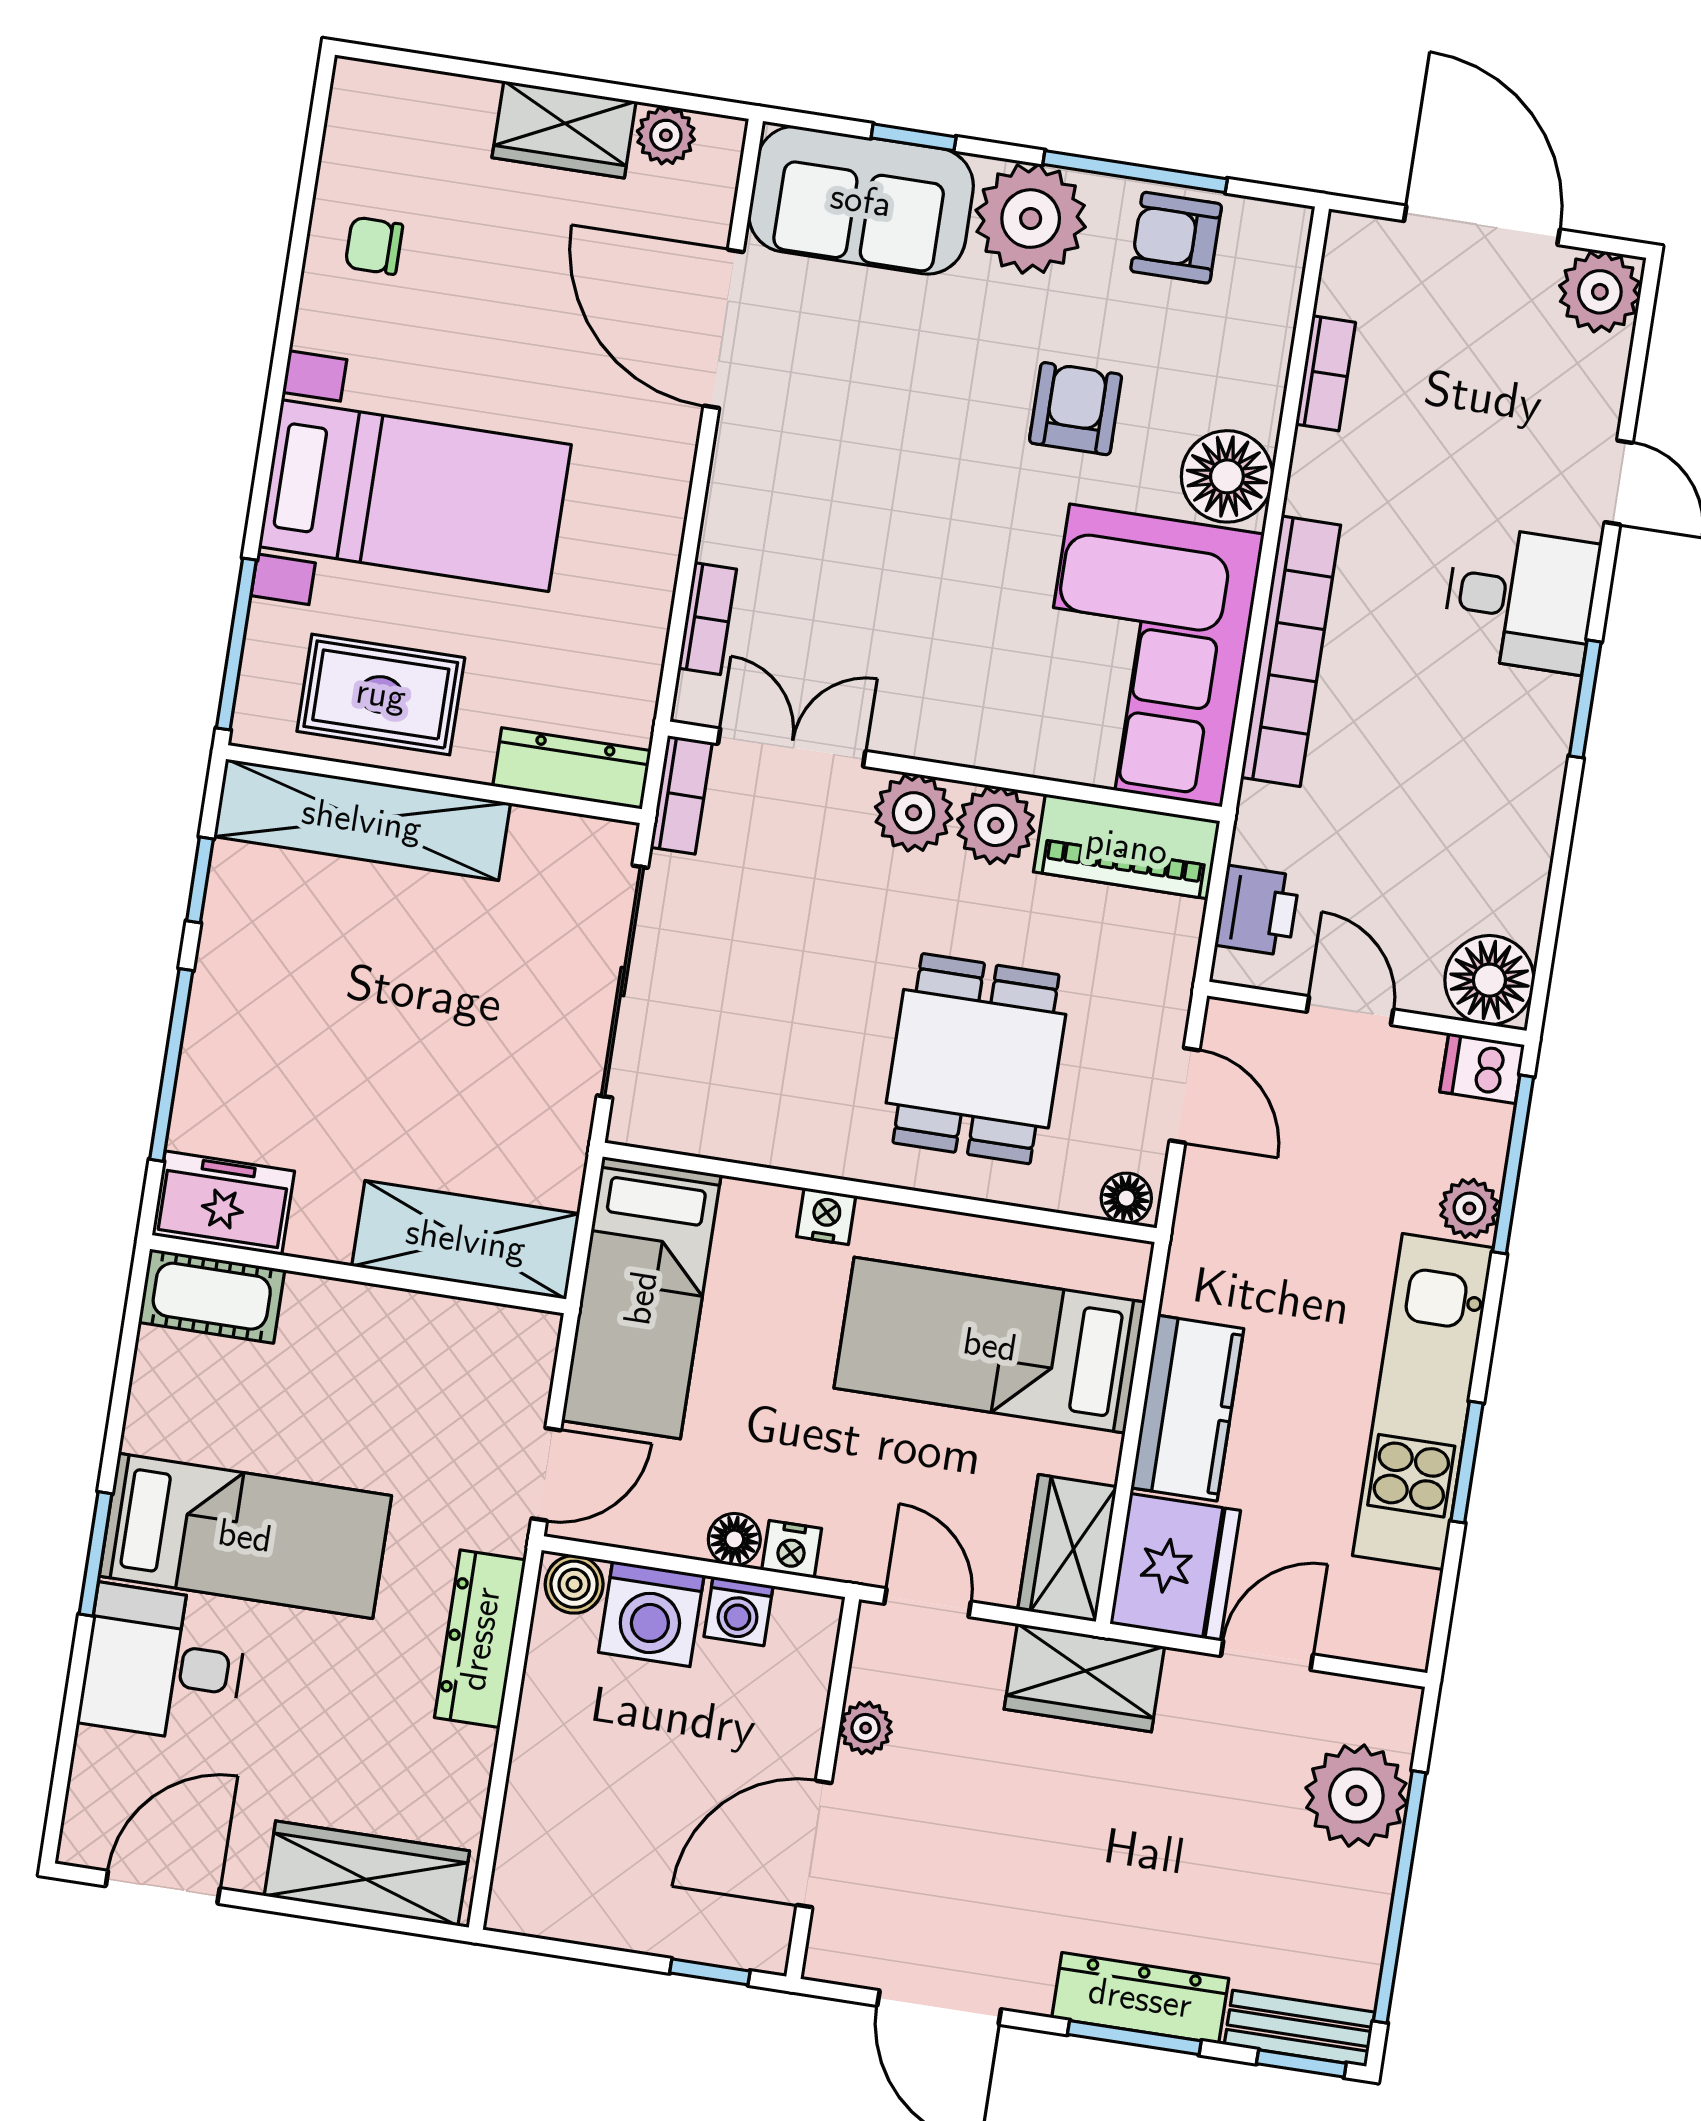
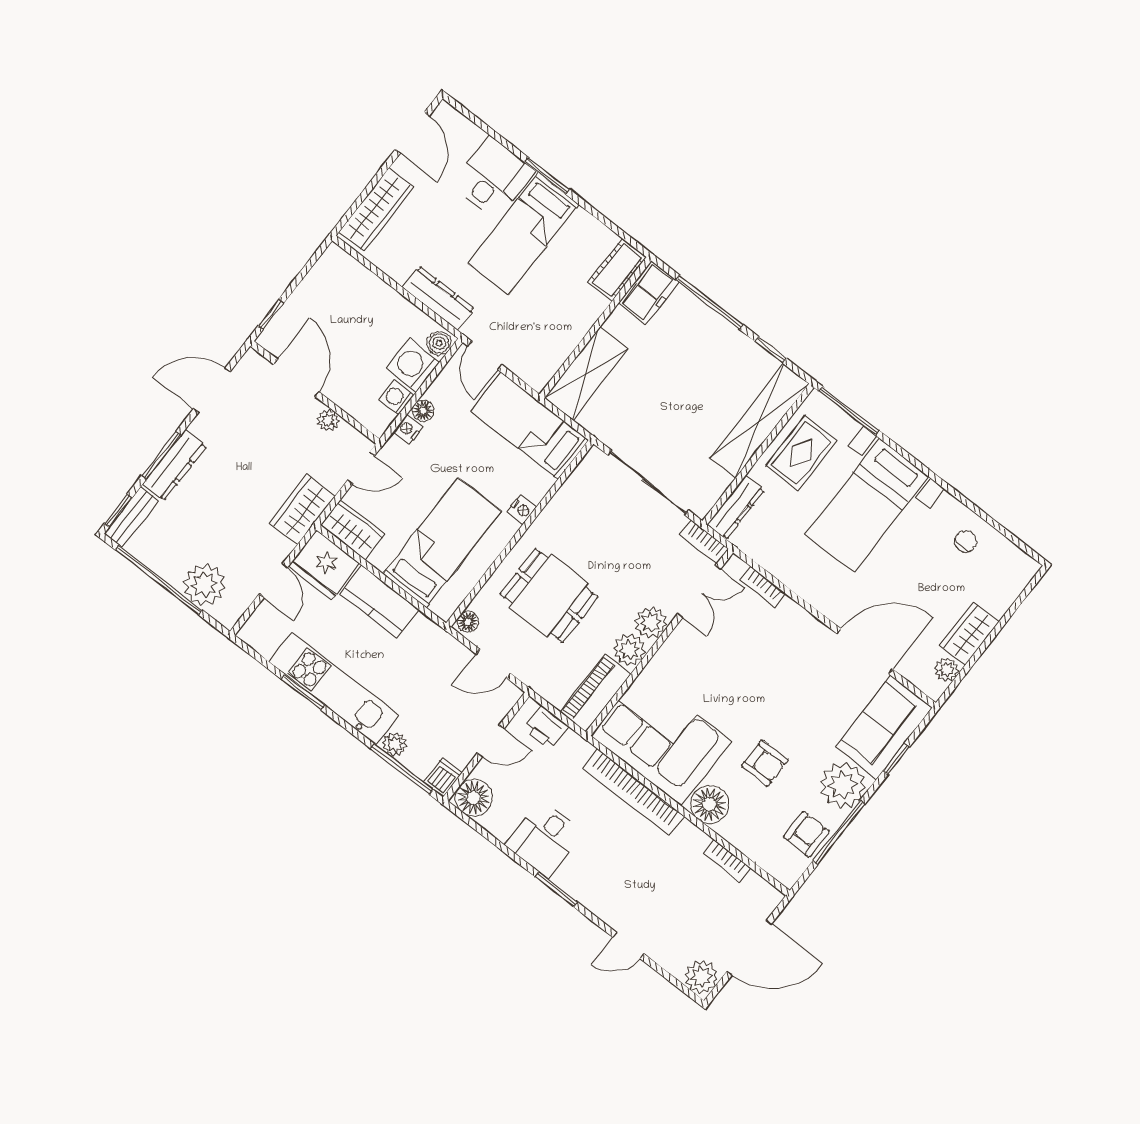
desk: (1521, 599) -> (544, 839), moved

